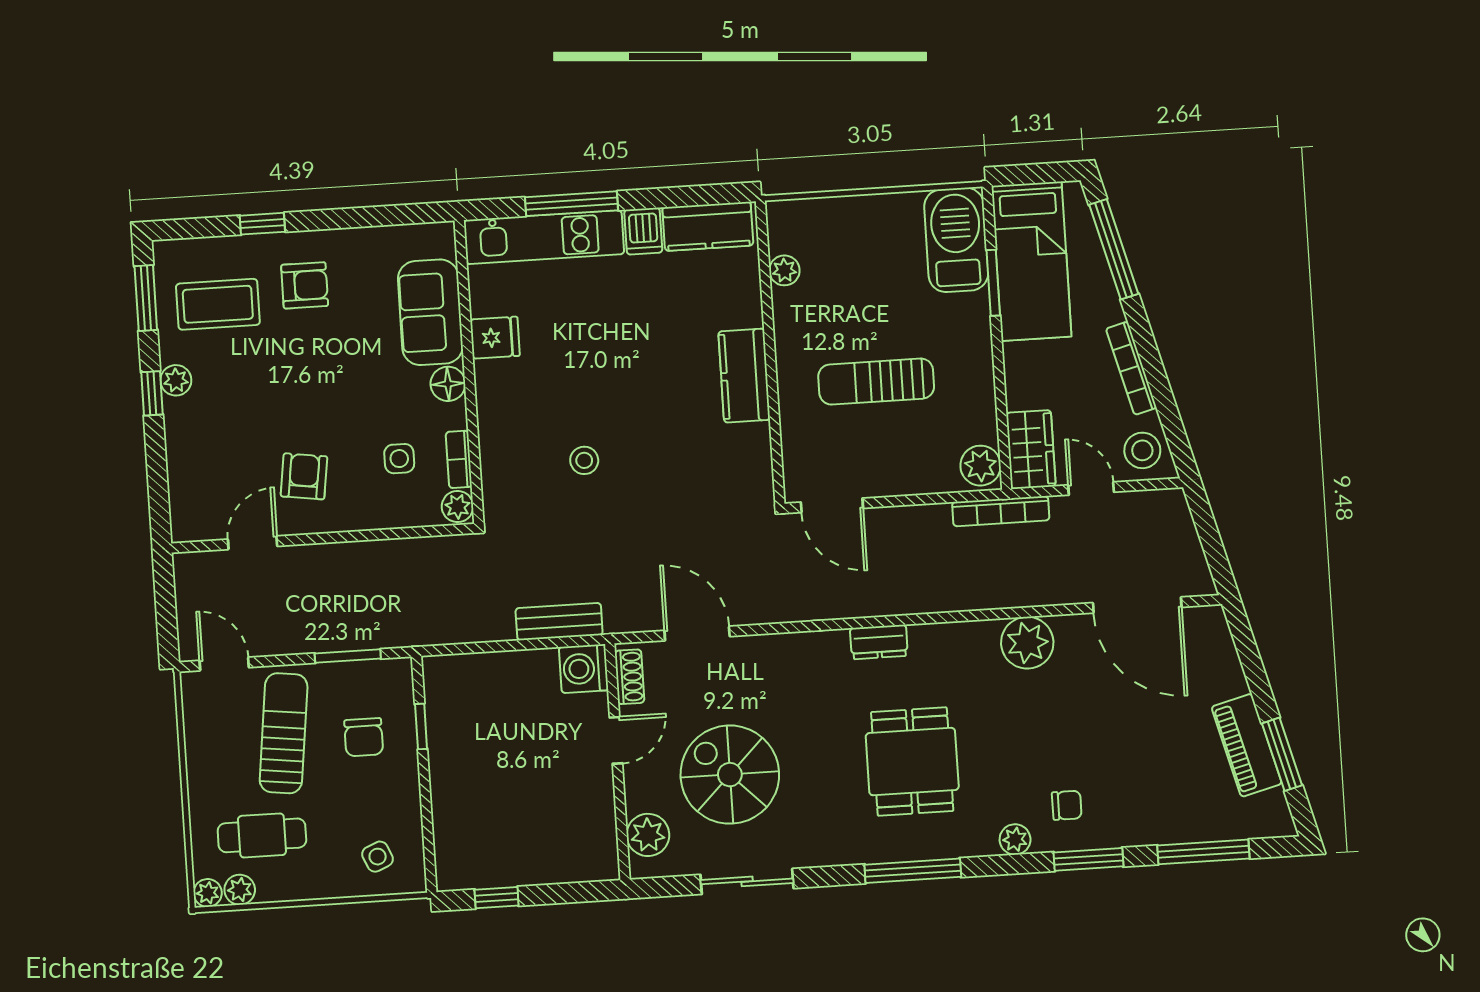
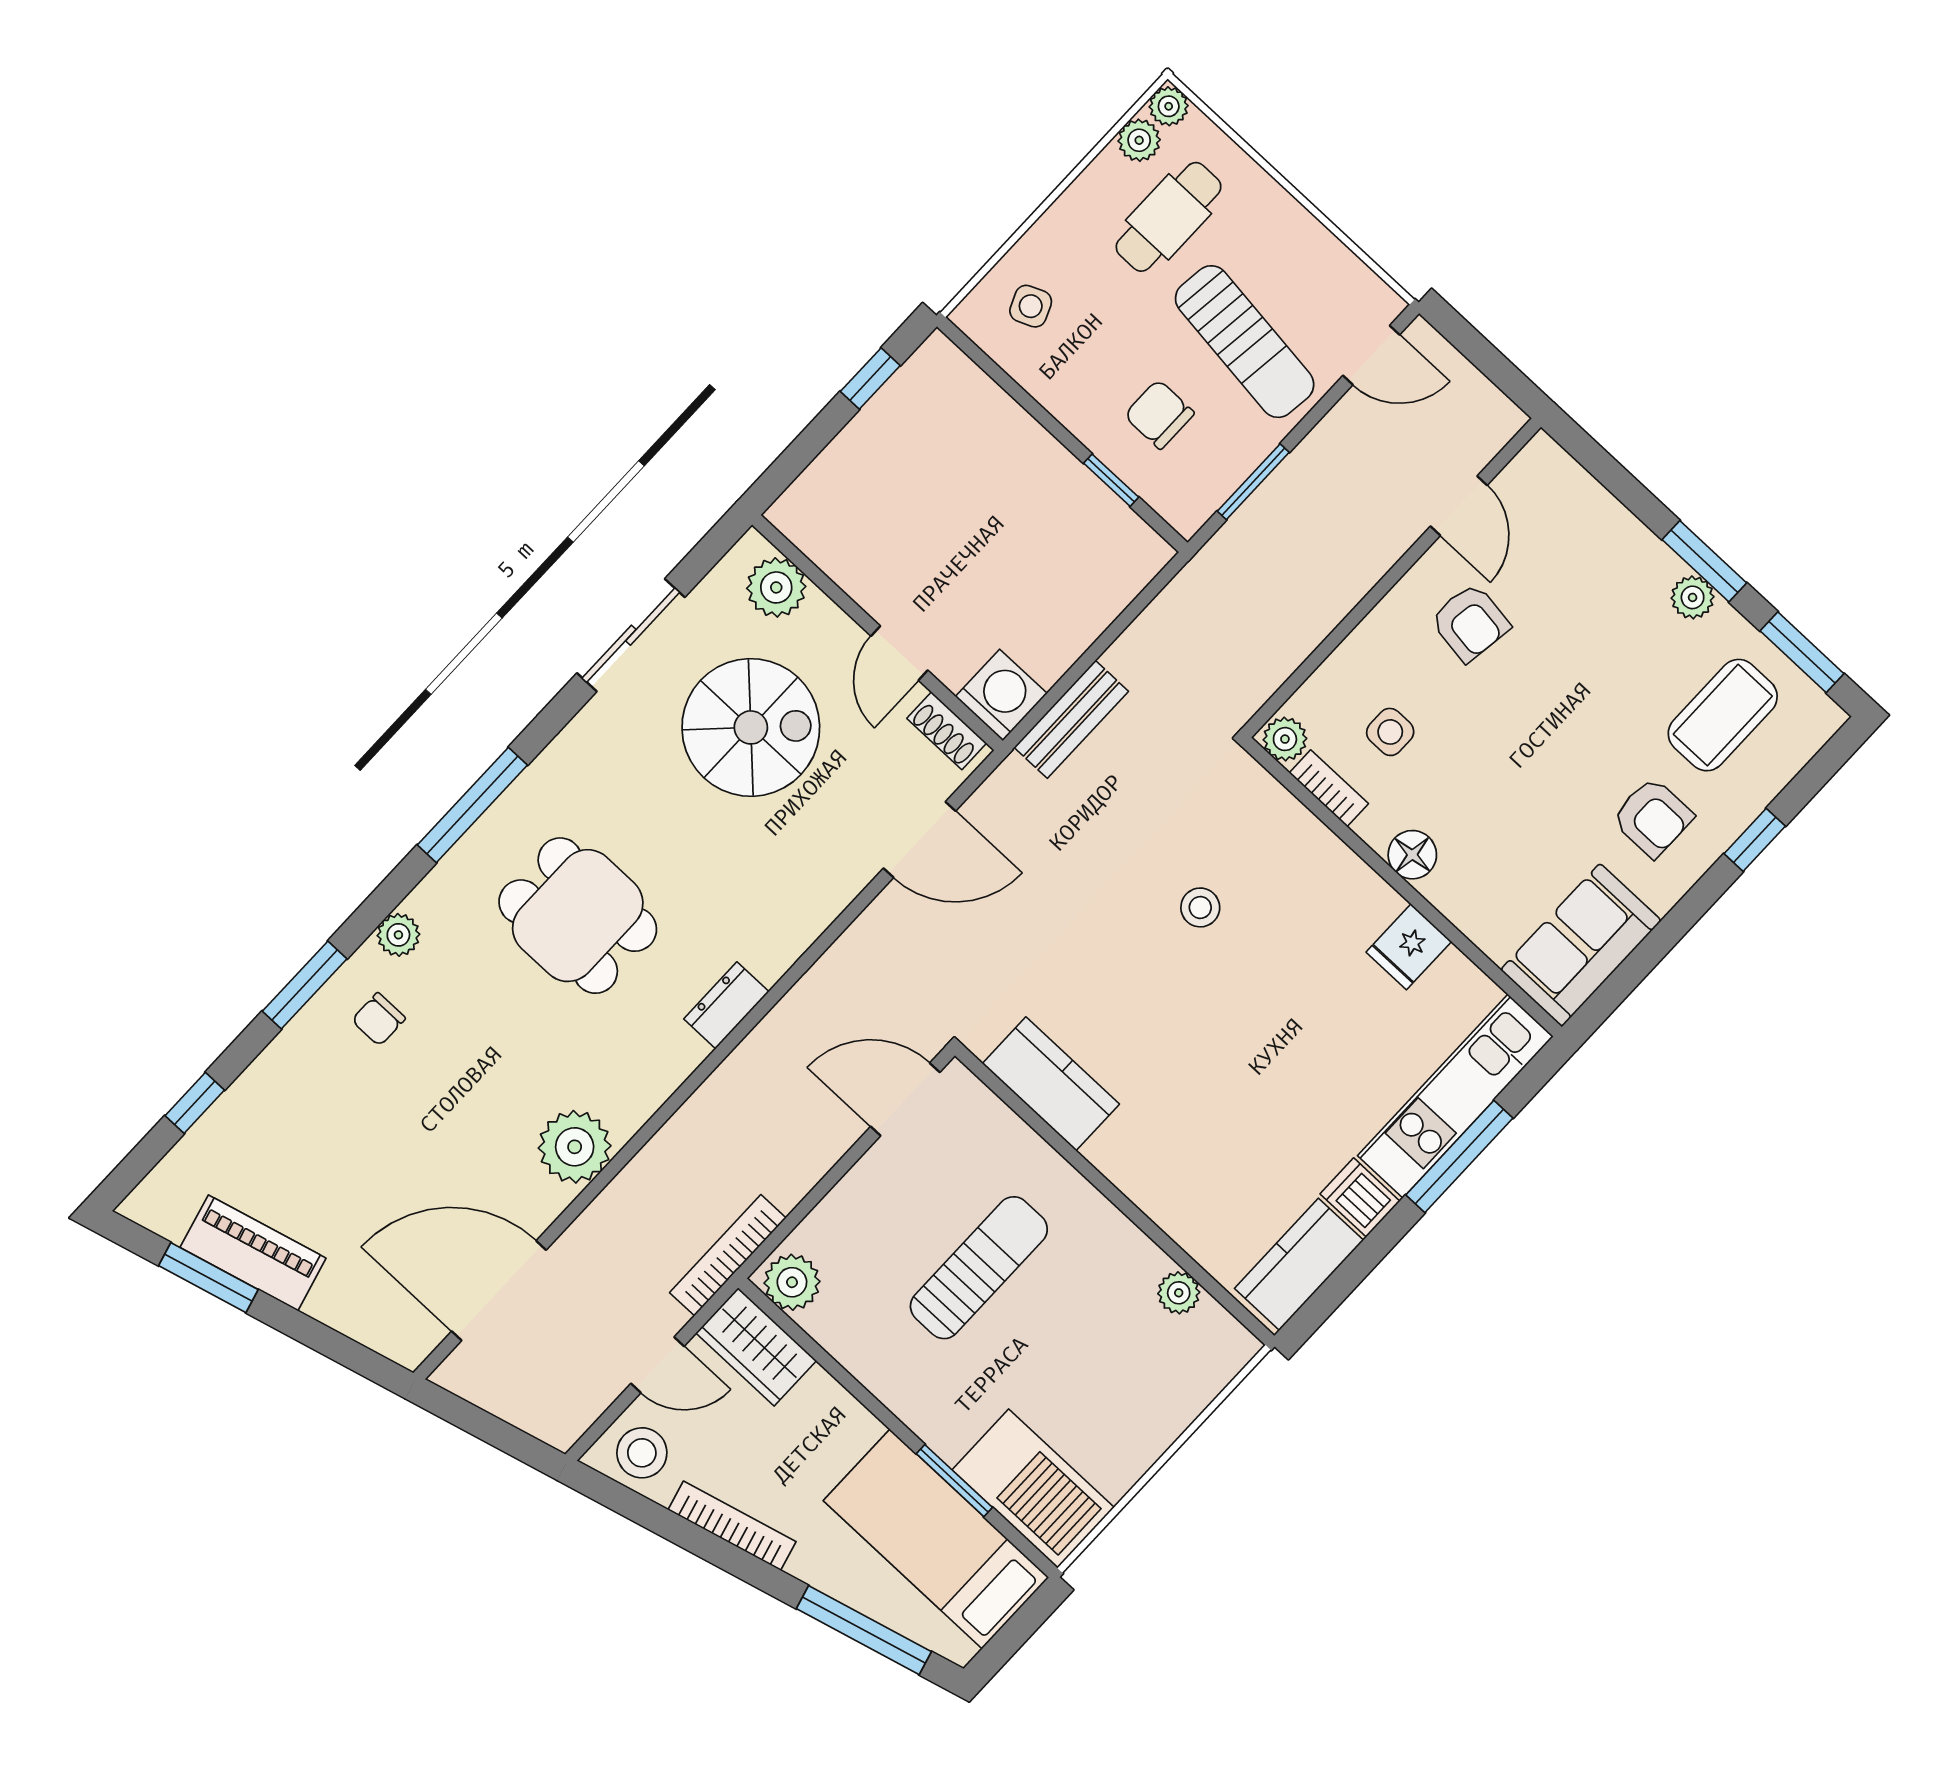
armchair: (305, 285) -> (1653, 817), turned -90
sofa: (430, 312) -> (1581, 945), moved, turned -90
kitchen counter: (744, 376) -> (1051, 1084), moved
window: (152, 393) -> (1704, 561), width x1.50
window: (1203, 852) -> (195, 1103), width x0.46

